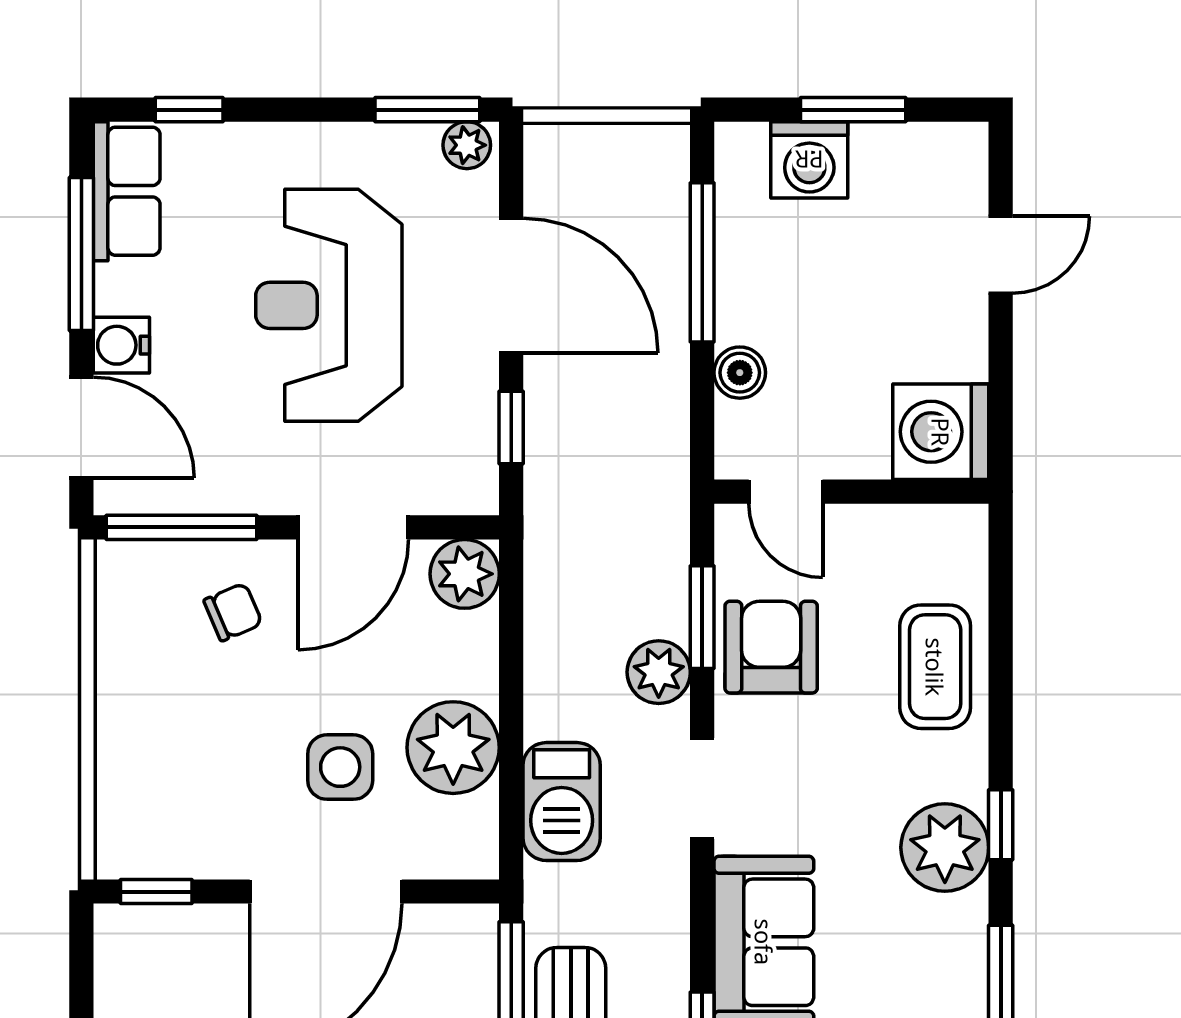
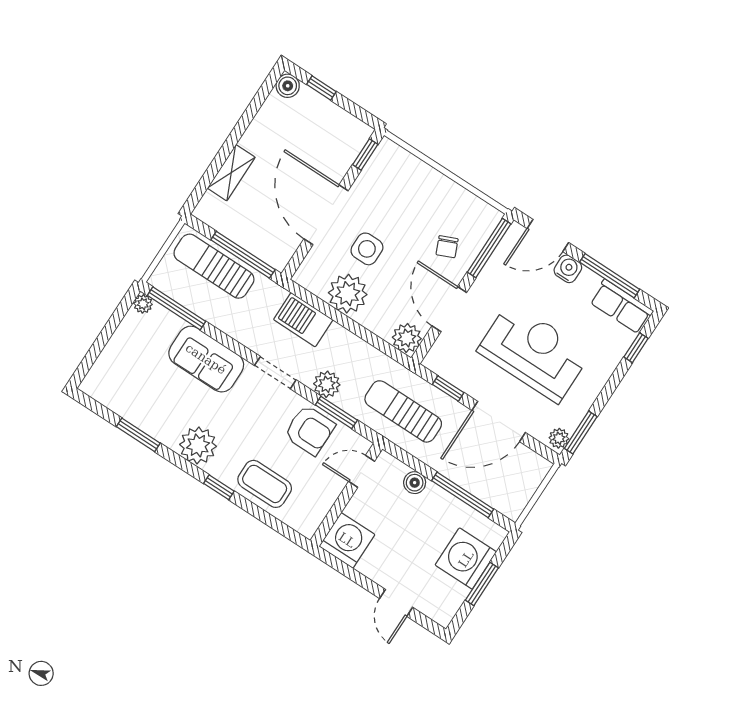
washing machine: (809, 160) -> (466, 559), width x1.37, depth x1.37
sun lounger: (614, 487) -> (403, 411), added
window: (1001, 825) -> (219, 487), moved

